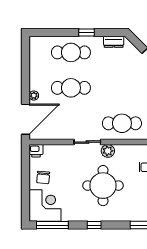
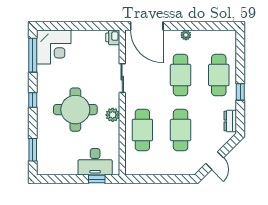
cafe table: (122, 88) -> (181, 130), added
plant: (34, 96) -> (186, 35), moved
sliding door: (87, 142) -> (122, 78), moved
chair: (43, 177) -> (84, 45), removed

